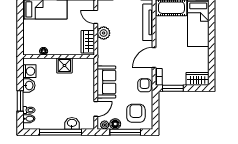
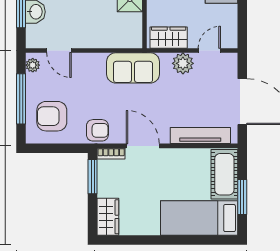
sofa: (106, 82) -> (133, 68), moved
armchair: (136, 113) -> (52, 116), turned 180
floor lamp: (115, 124) -> (34, 82), removed

